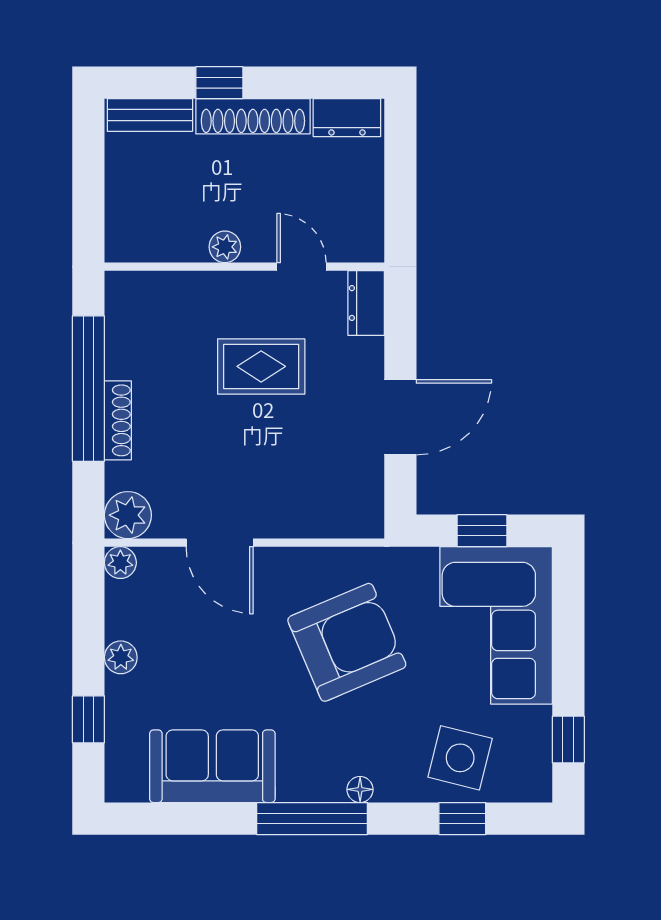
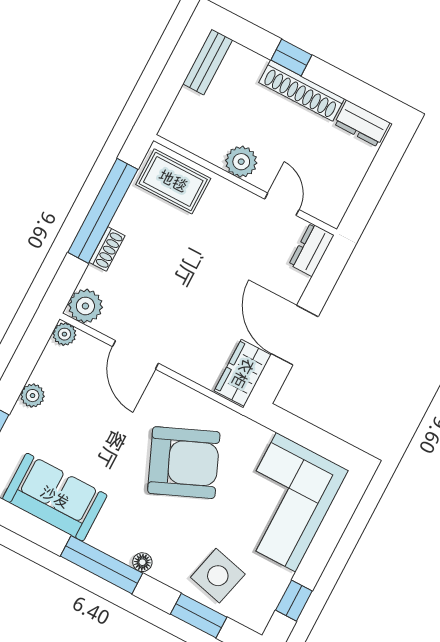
bench: (150, 115) -> (208, 62), moved, turned 90
plant: (225, 247) -> (241, 162), width x1.38, depth x1.38
rug: (261, 366) -> (173, 181), moved
door: (400, 417) -> (295, 335), swing flipped
shoe rack: (118, 420) -> (107, 249), width x0.70
wardrobe: (361, 496) -> (243, 373), added
window: (482, 531) -> (309, 436), removed
window: (462, 819) -> (199, 616), width x1.50

